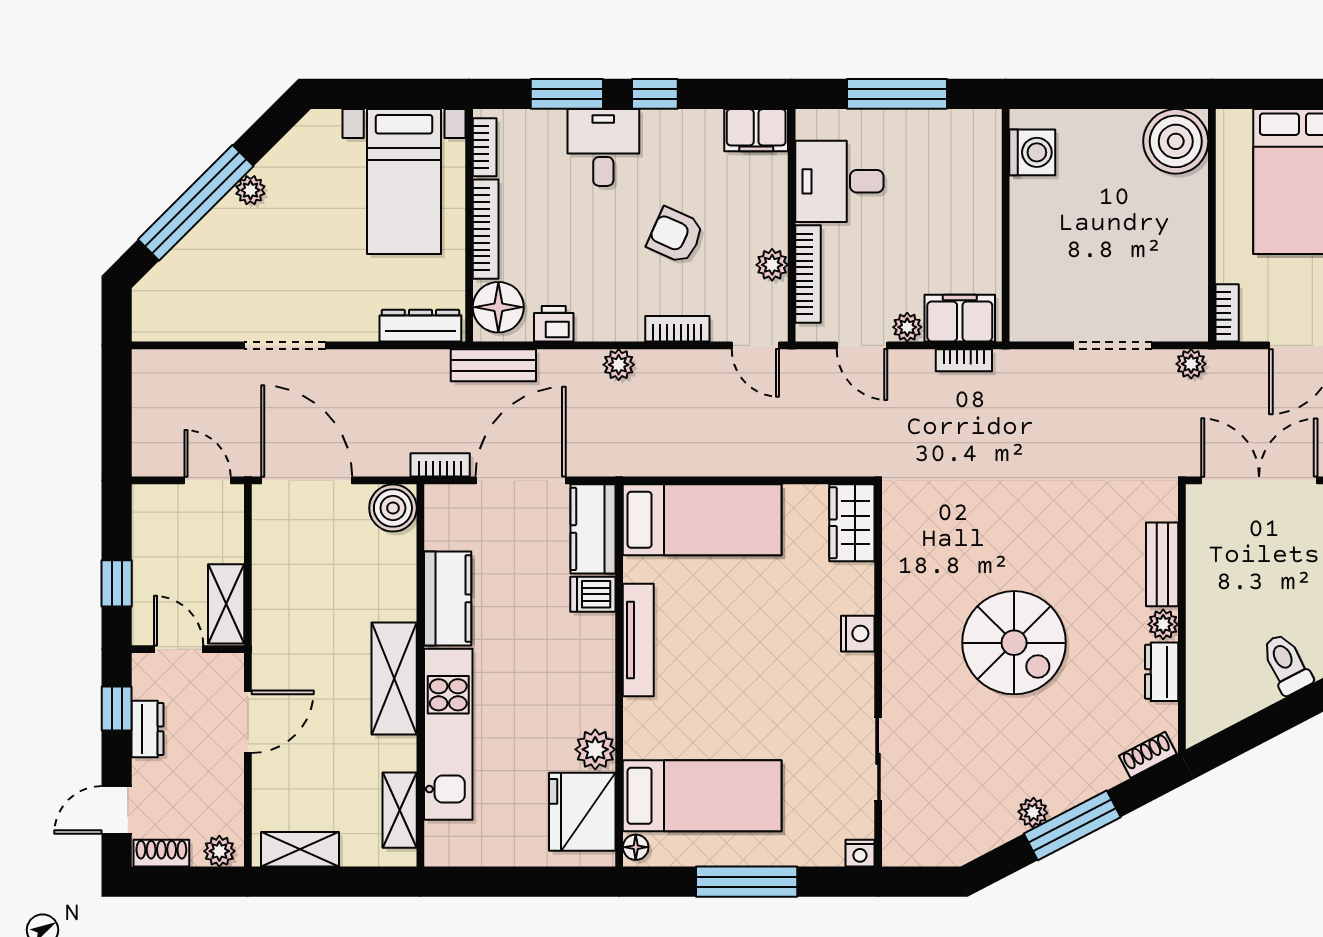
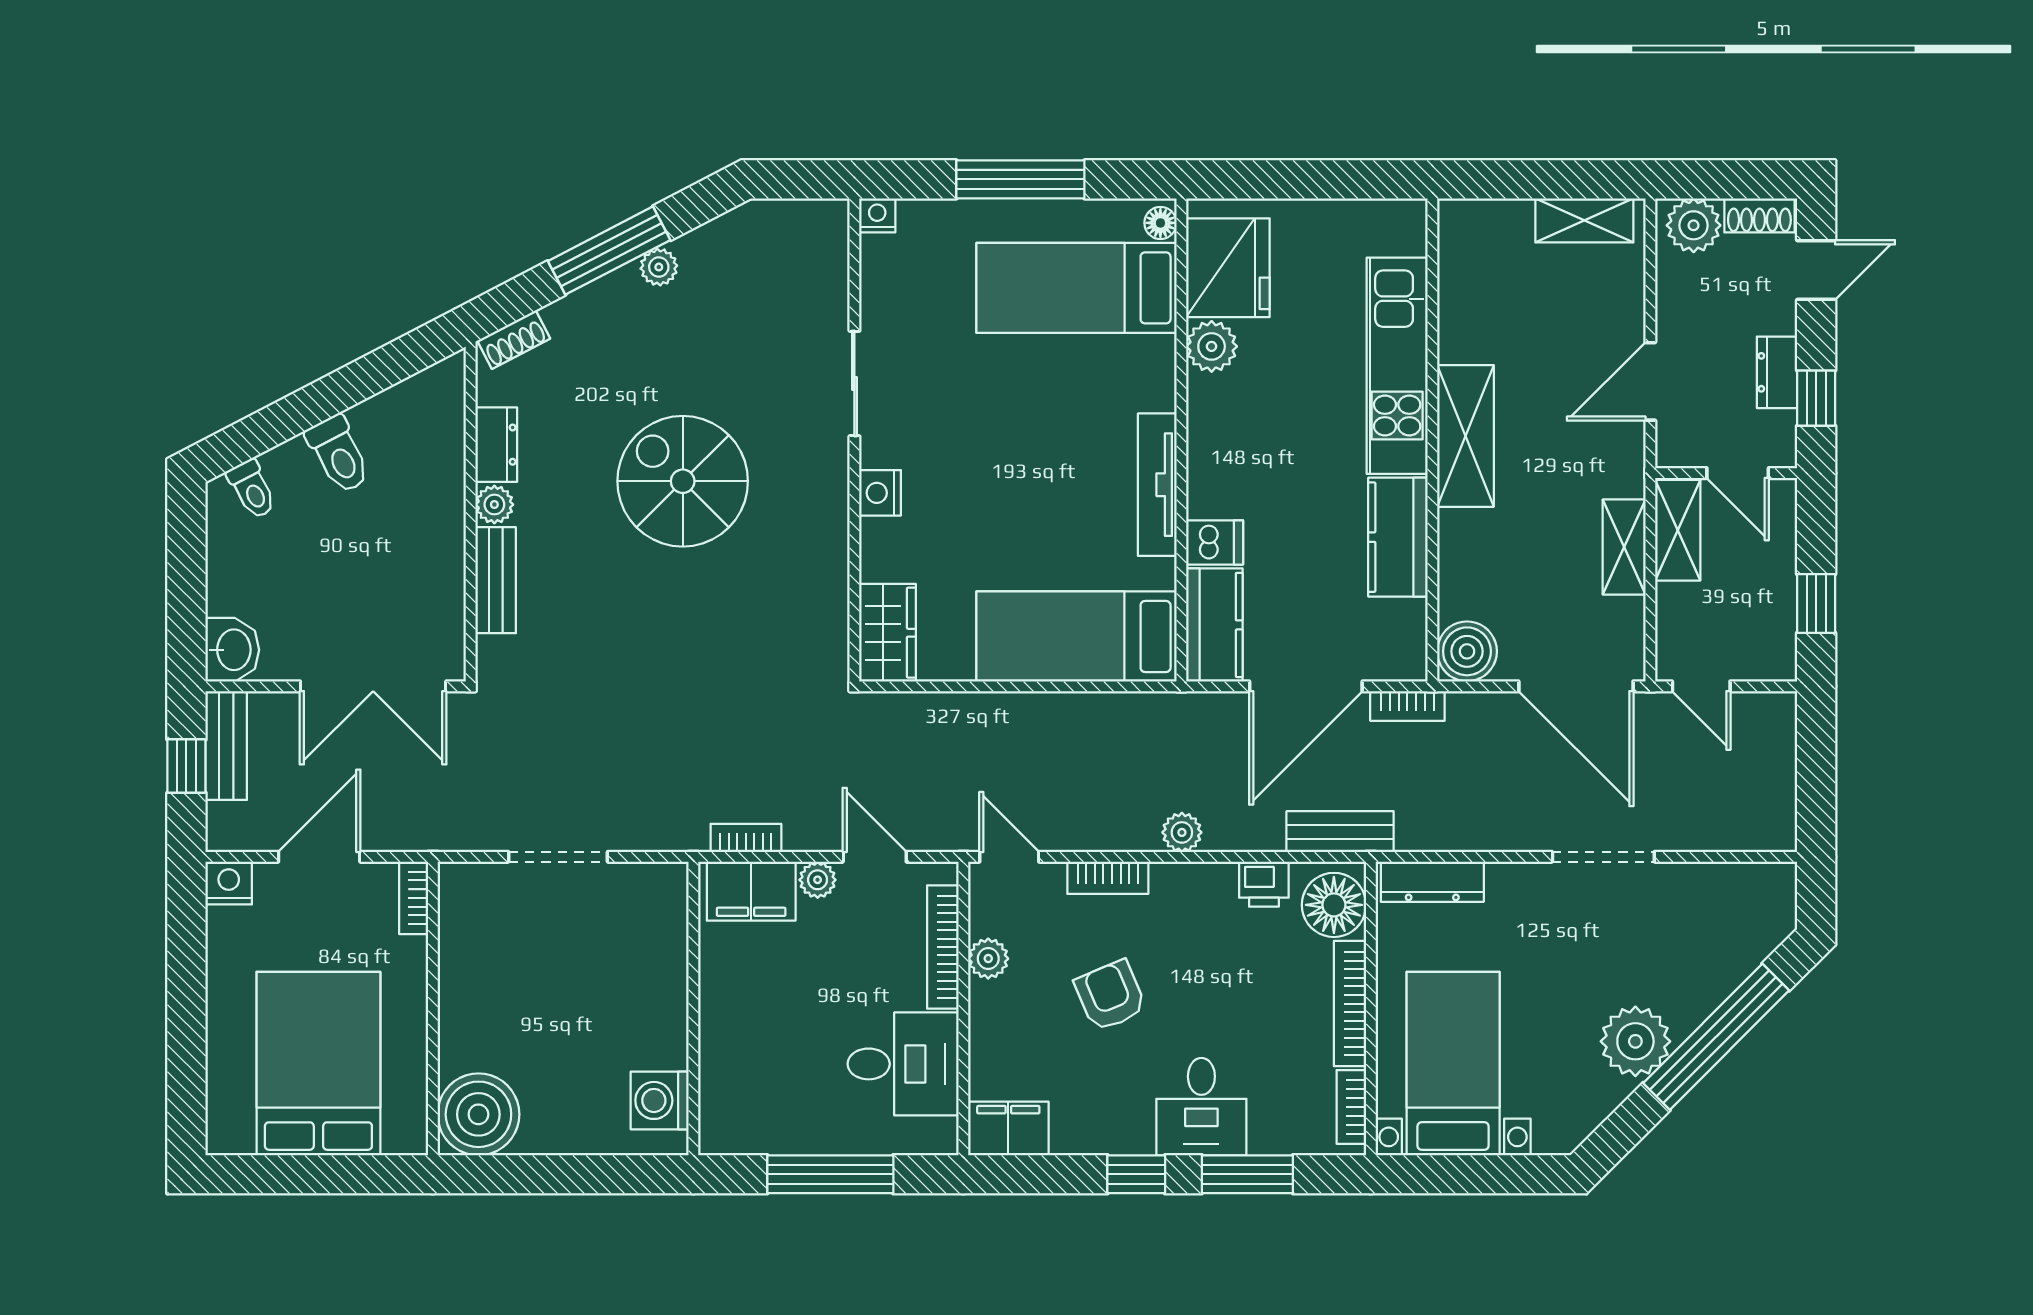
plant: (250, 190) -> (1635, 1041), width x1.87, depth x1.87
armchair: (675, 235) -> (1110, 996), turned -137
plant: (1191, 364) -> (459, 833), removed
window: (117, 583) -> (1816, 603), moved
sliding door: (878, 759) -> (854, 383), moved
shelving: (400, 810) -> (1624, 547), moved
plant: (219, 851) -> (1694, 225), width x1.38, depth x1.38

